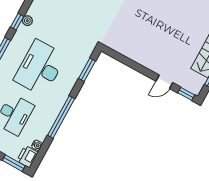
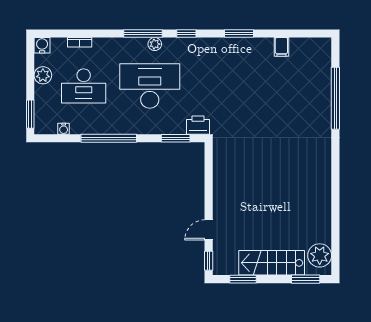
plant: (27, 21) -> (155, 44), moved
door: (164, 82) -> (209, 230), hinge flipped
printer: (27, 157) -> (198, 125), moved

